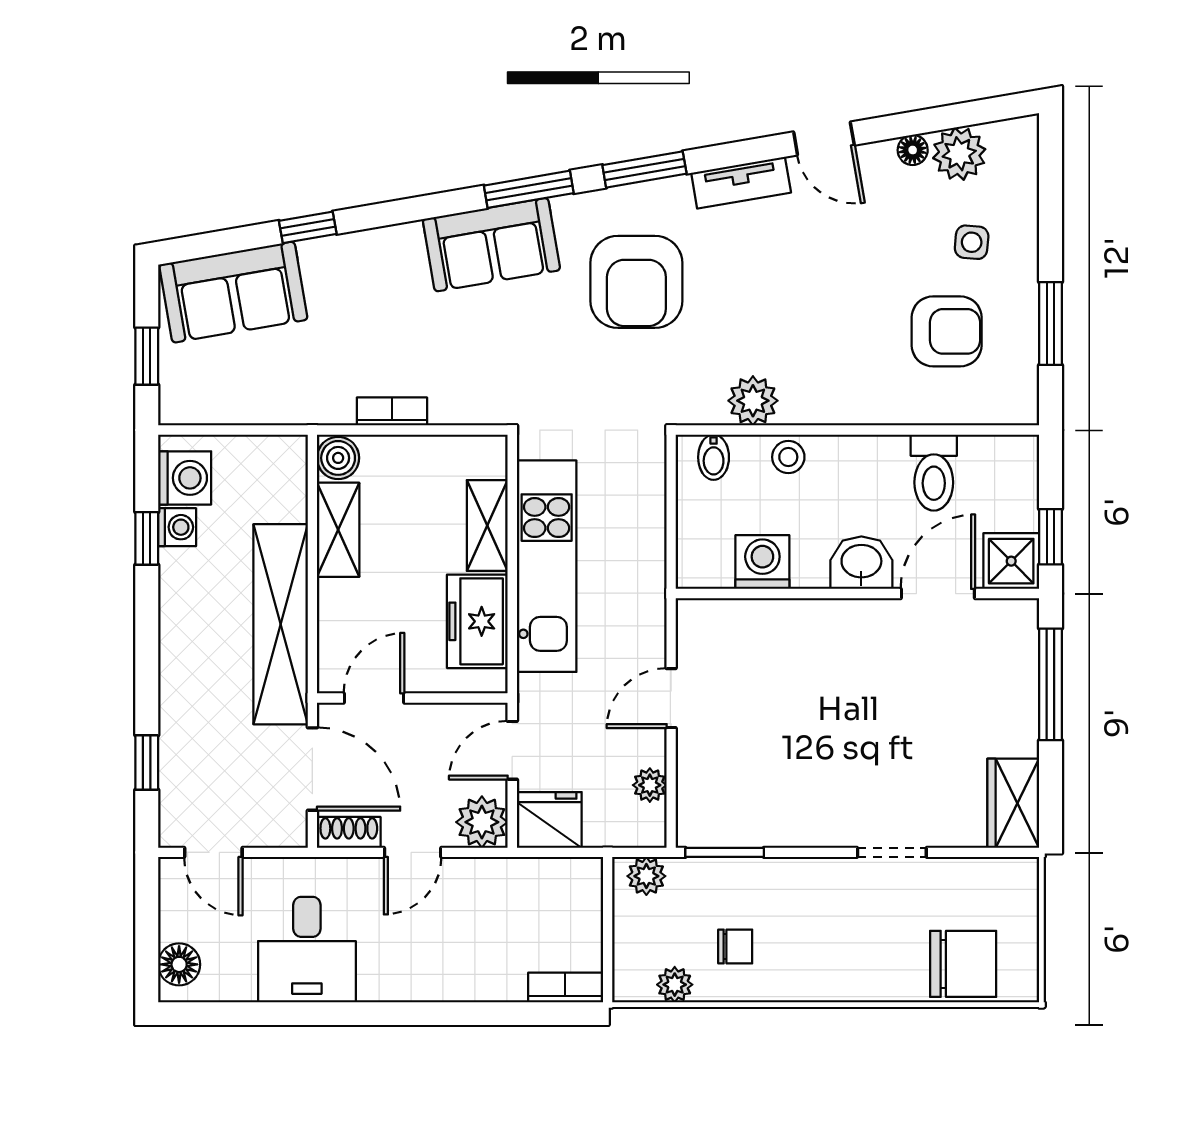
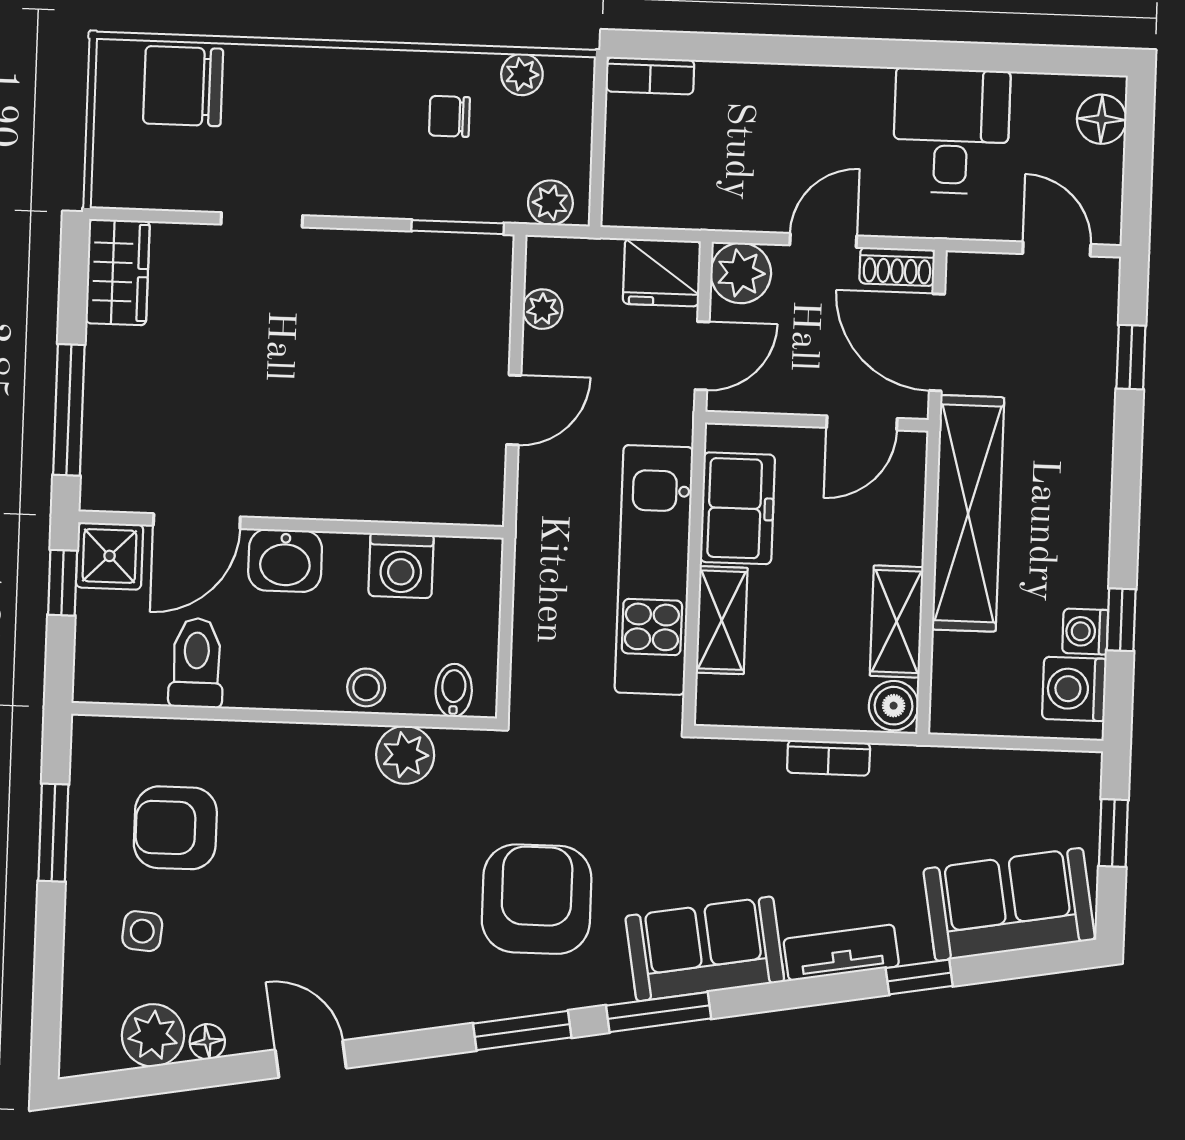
tv unit: (741, 183) -> (841, 953), moved

